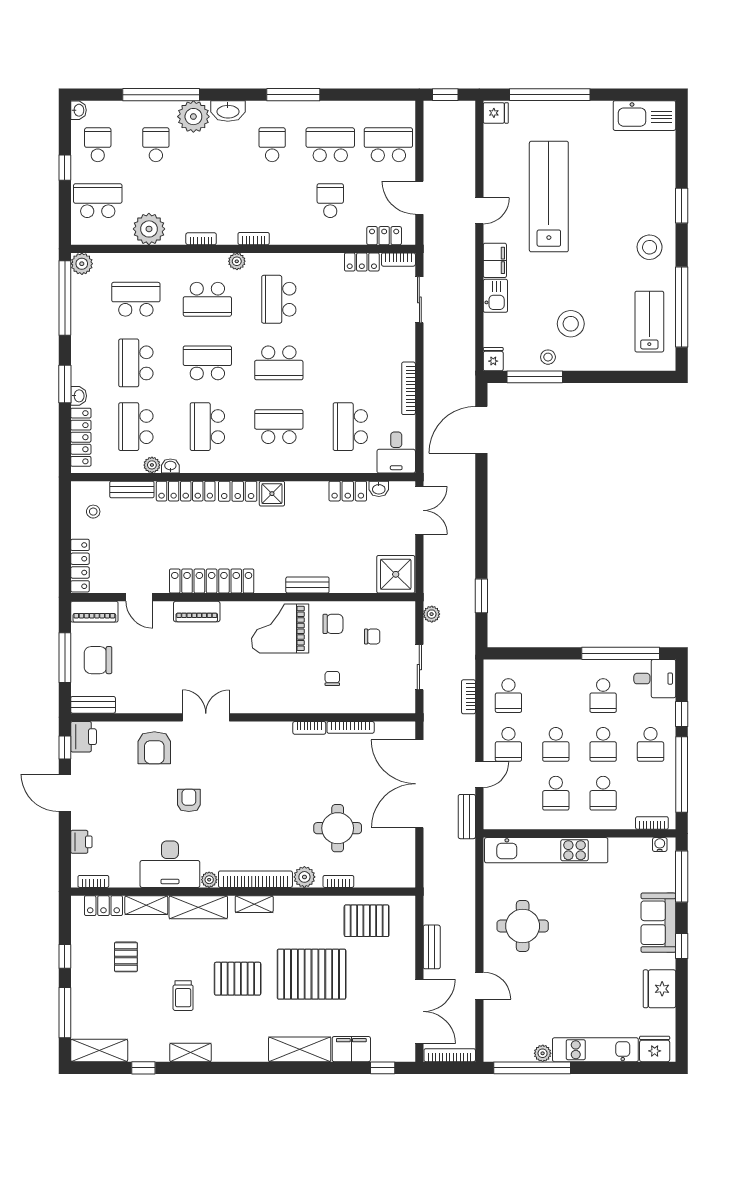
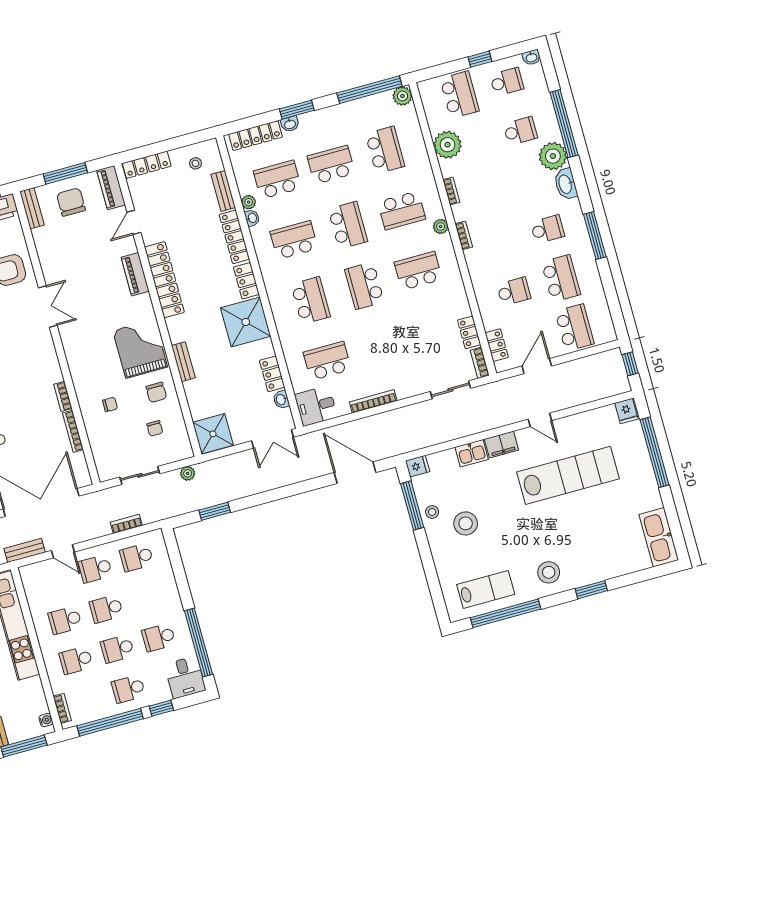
school desk: (207, 299) -> (402, 210), turned -90
shower: (272, 494) -> (246, 322), width x1.86, depth x1.86

